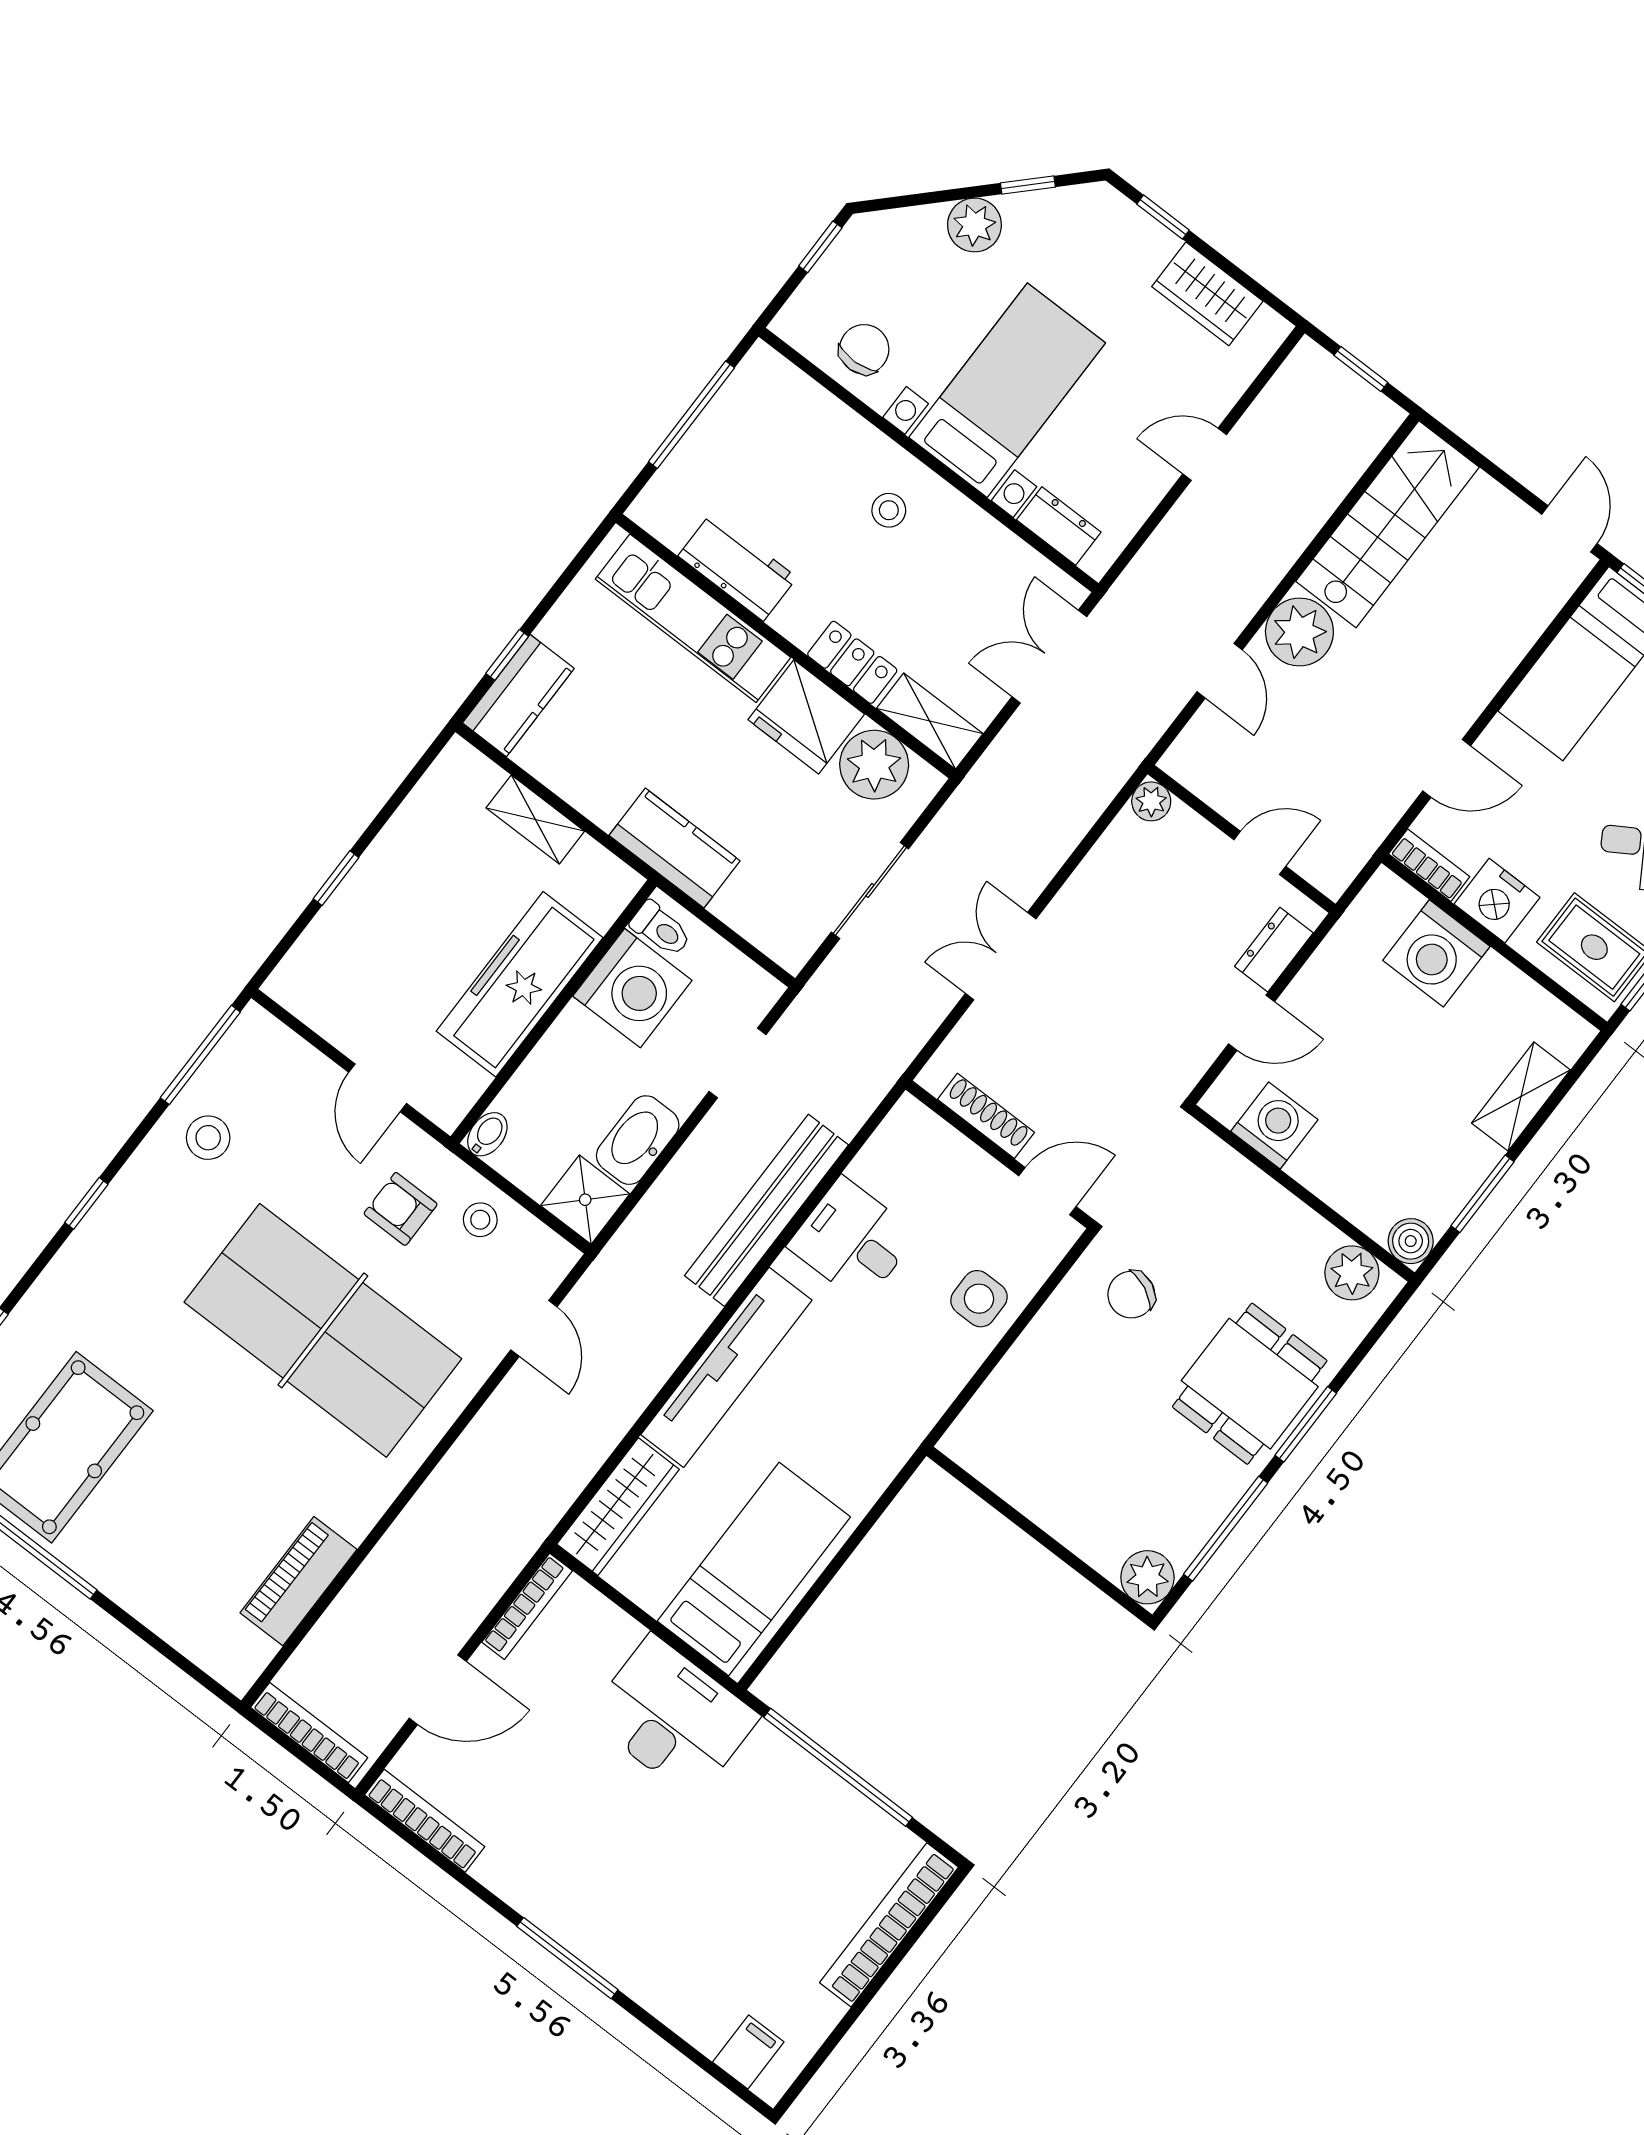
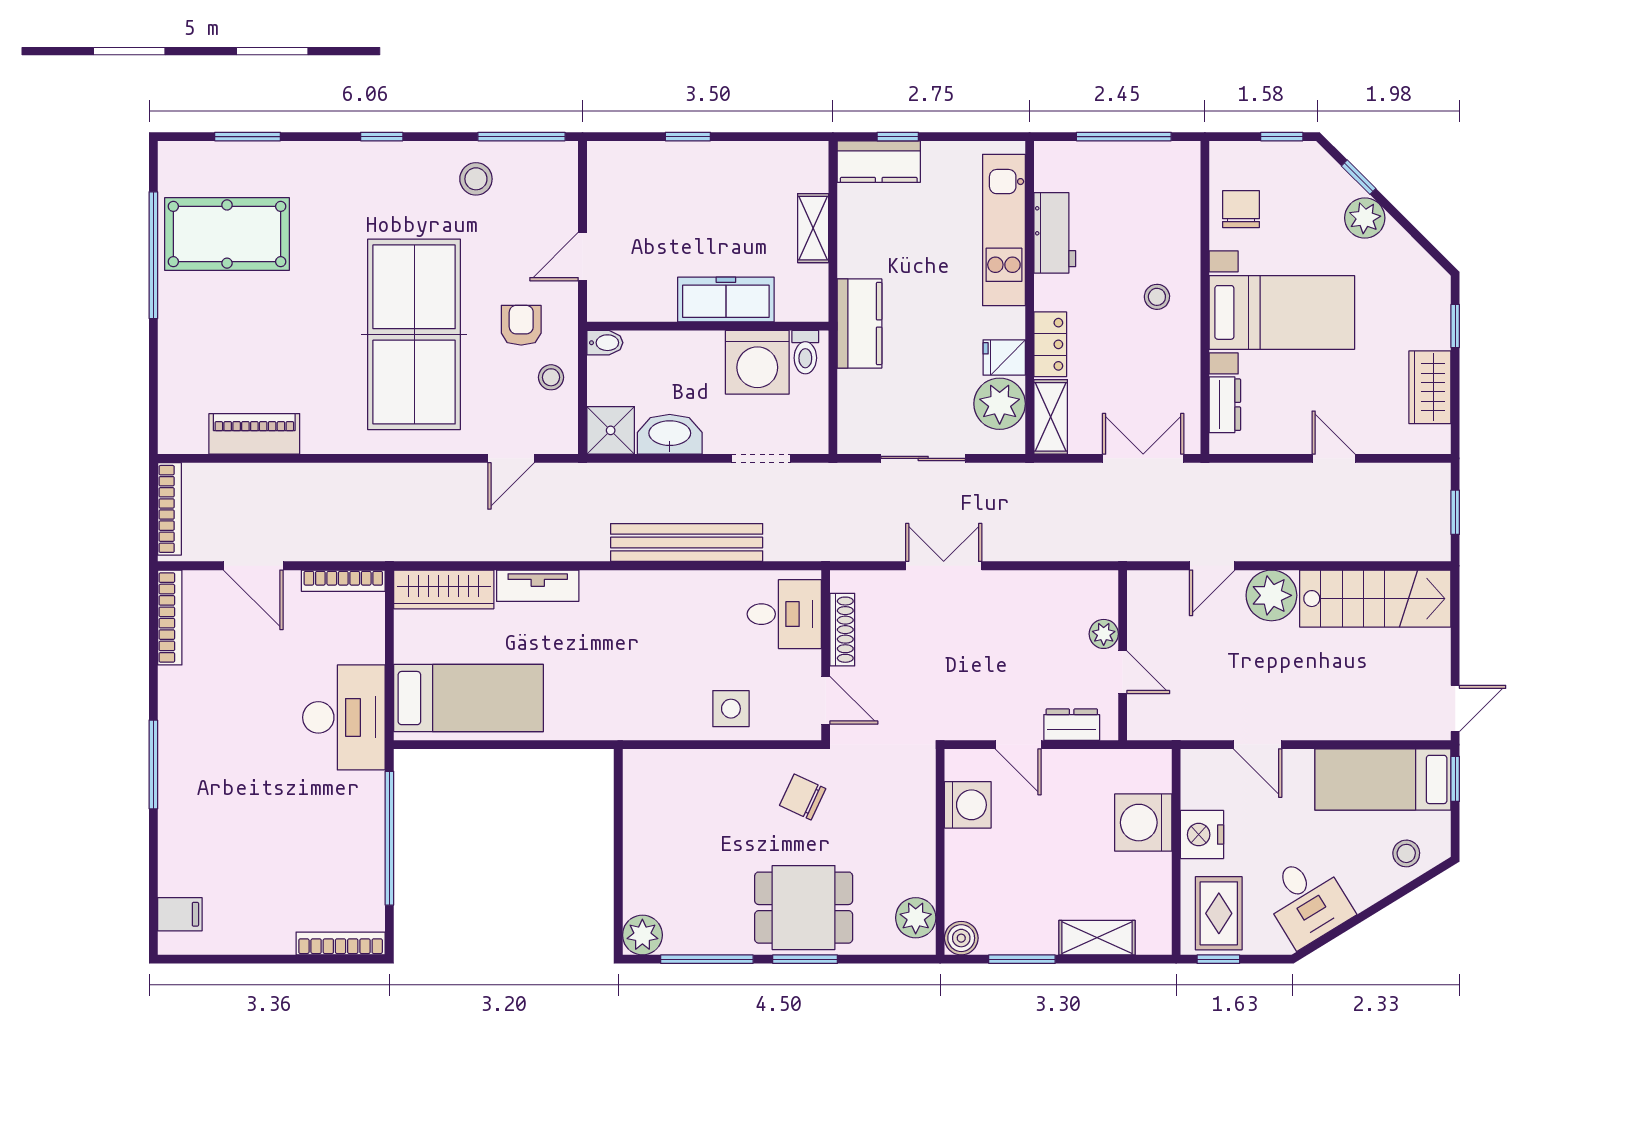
window: (1028, 185) -> (1359, 177), moved
chair: (864, 349) -> (1241, 209), turned -88
fridge: (806, 717) -> (1004, 358), width x0.53, depth x0.75
plant: (1151, 801) -> (1104, 634), moved
bookcase: (1429, 865) -> (1192, 778), removed
freezer: (520, 984) -> (726, 299), width x0.73, depth x0.79
desk: (853, 1240) -> (784, 614), moved, turned 90
tv unit: (726, 1367) -> (538, 586), width x0.52, depth x0.78
bookcase: (889, 1925) -> (341, 943), width x0.68, depth x0.76

